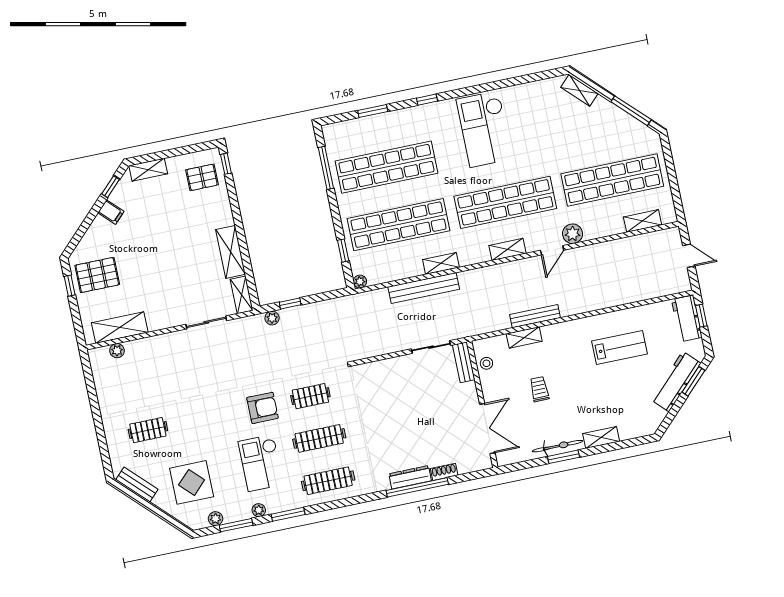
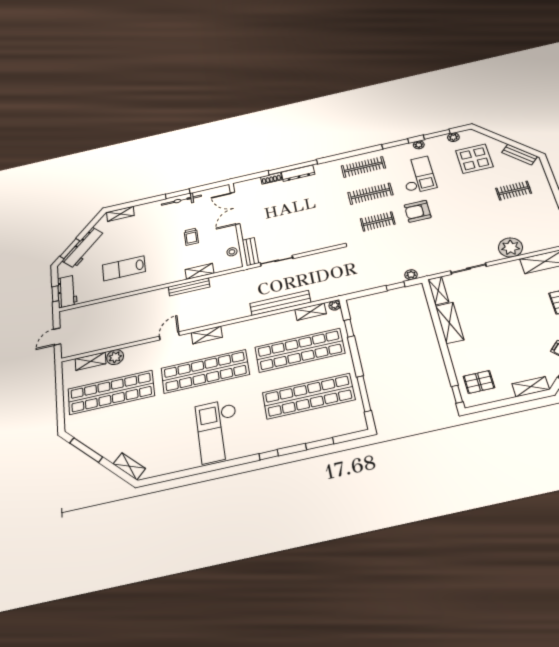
checkout: (484, 129) -> (218, 431), turned 180
plant: (573, 234) -> (115, 357), moved
door: (689, 256) -> (57, 337), hinge flipped
shelving: (441, 263) -> (311, 312), moved
plant: (117, 351) -> (510, 247), moved, width x1.88, depth x1.88
shelving: (601, 437) -> (120, 214), moved

